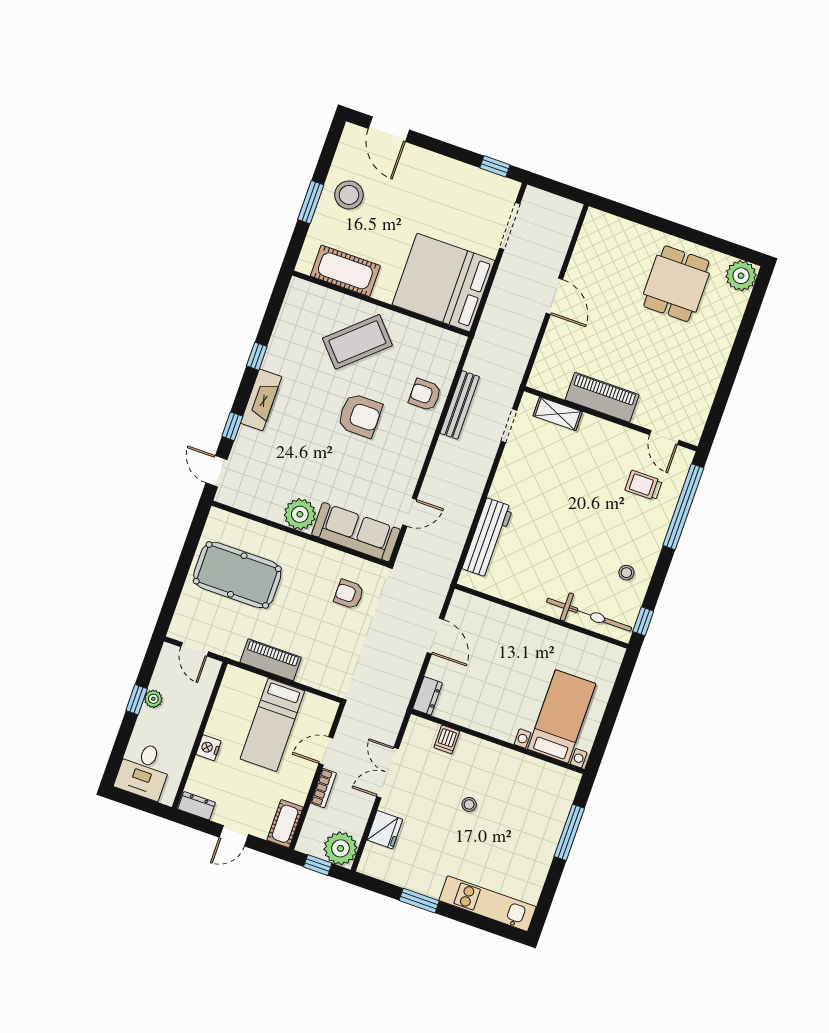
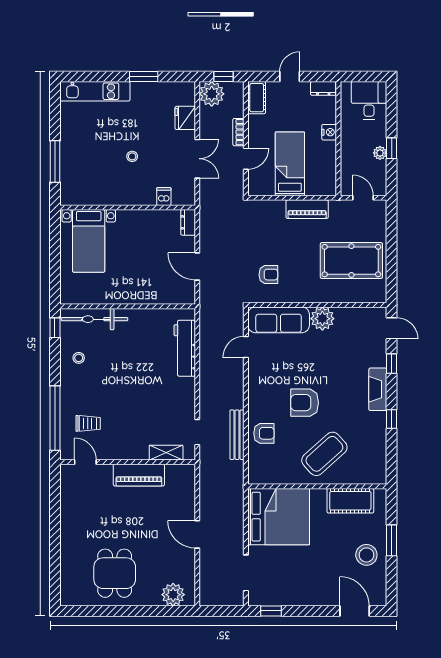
plant: (741, 276) -> (173, 595), moved

